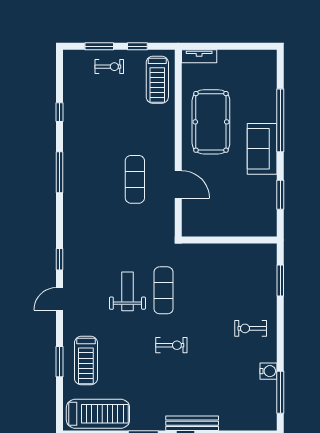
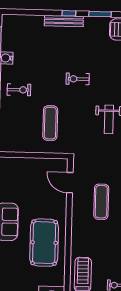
door: (178, 184) -> (70, 183), moved
exercise mat: (164, 290) -> (50, 123), moved

